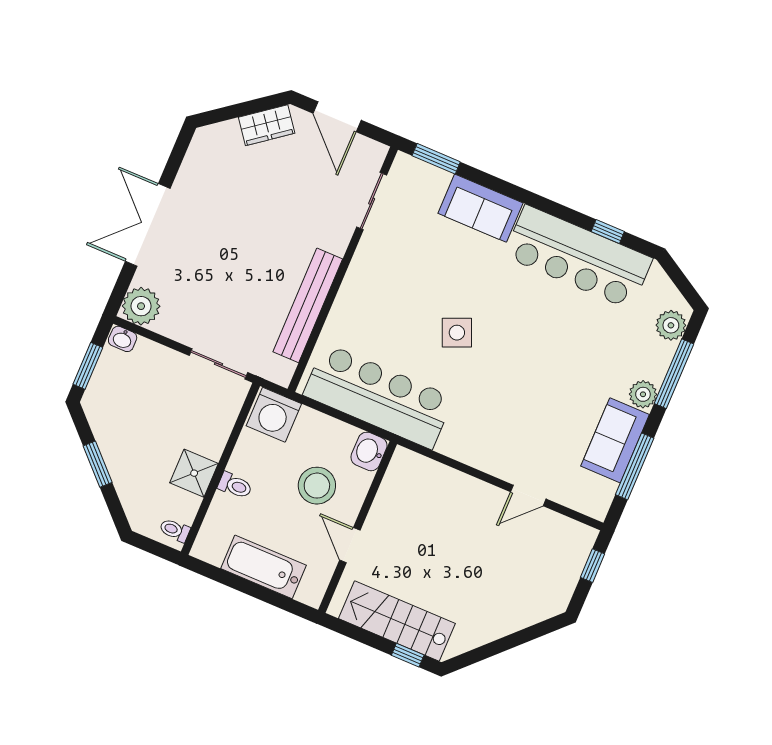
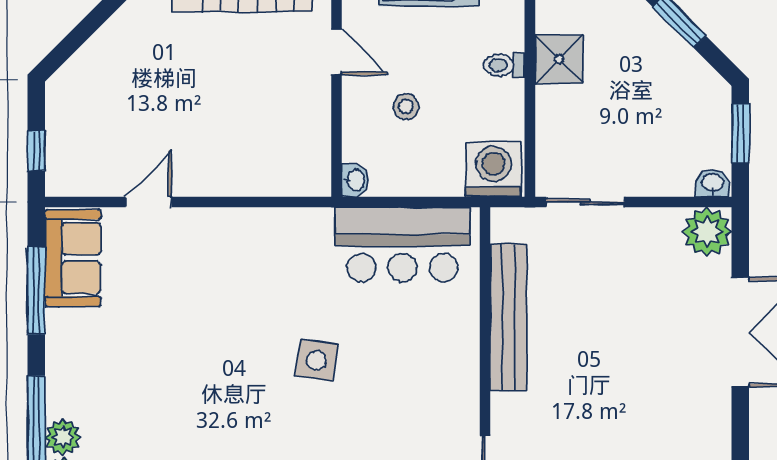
side table: (457, 333) -> (316, 360), turned 32
plant: (643, 394) -> (63, 437), moved
bar counter: (378, 396) -> (402, 244), width x0.73
sofa: (615, 440) -> (73, 258), moved
washbasin: (369, 451) -> (355, 180), width x0.72, depth x0.69
stool: (317, 486) -> (406, 107), width x0.53, depth x0.53

